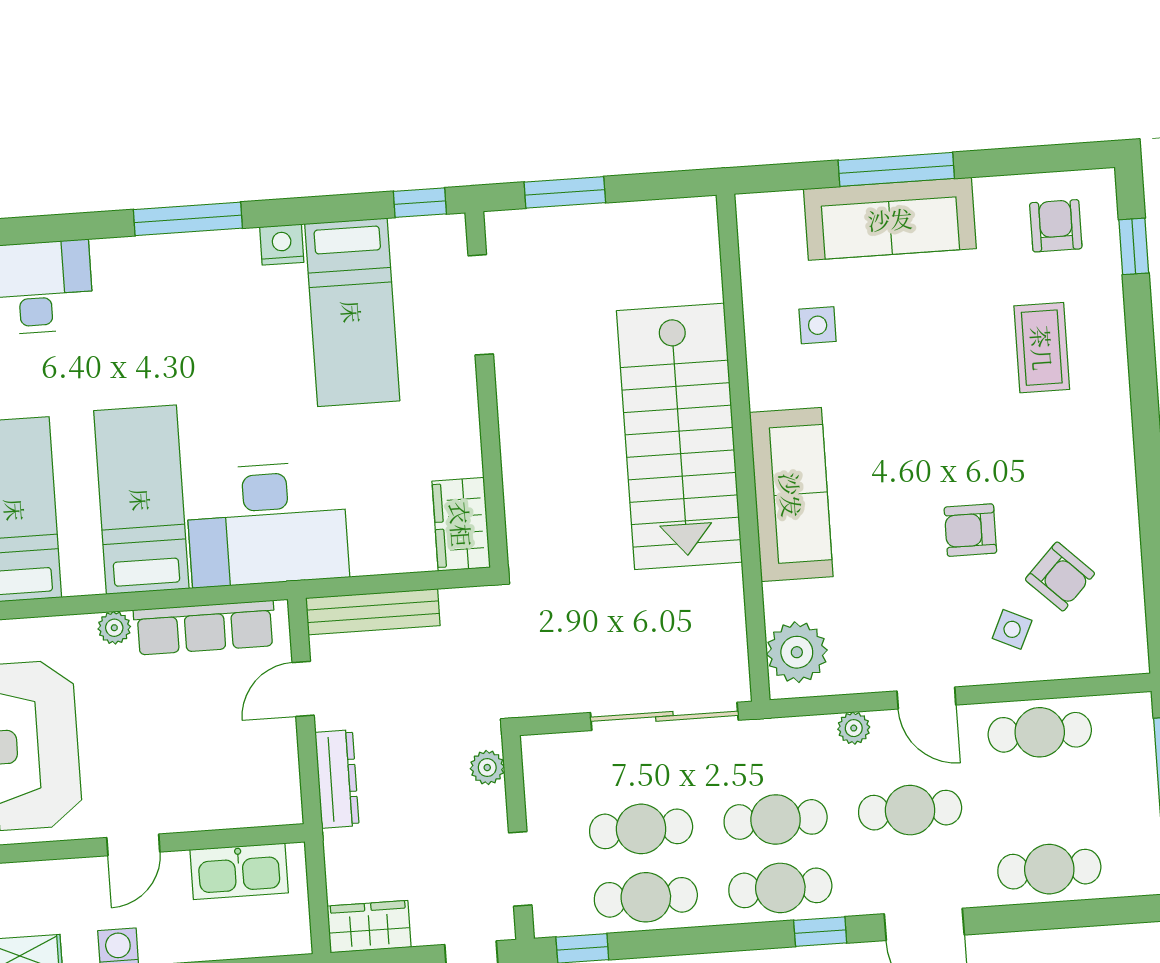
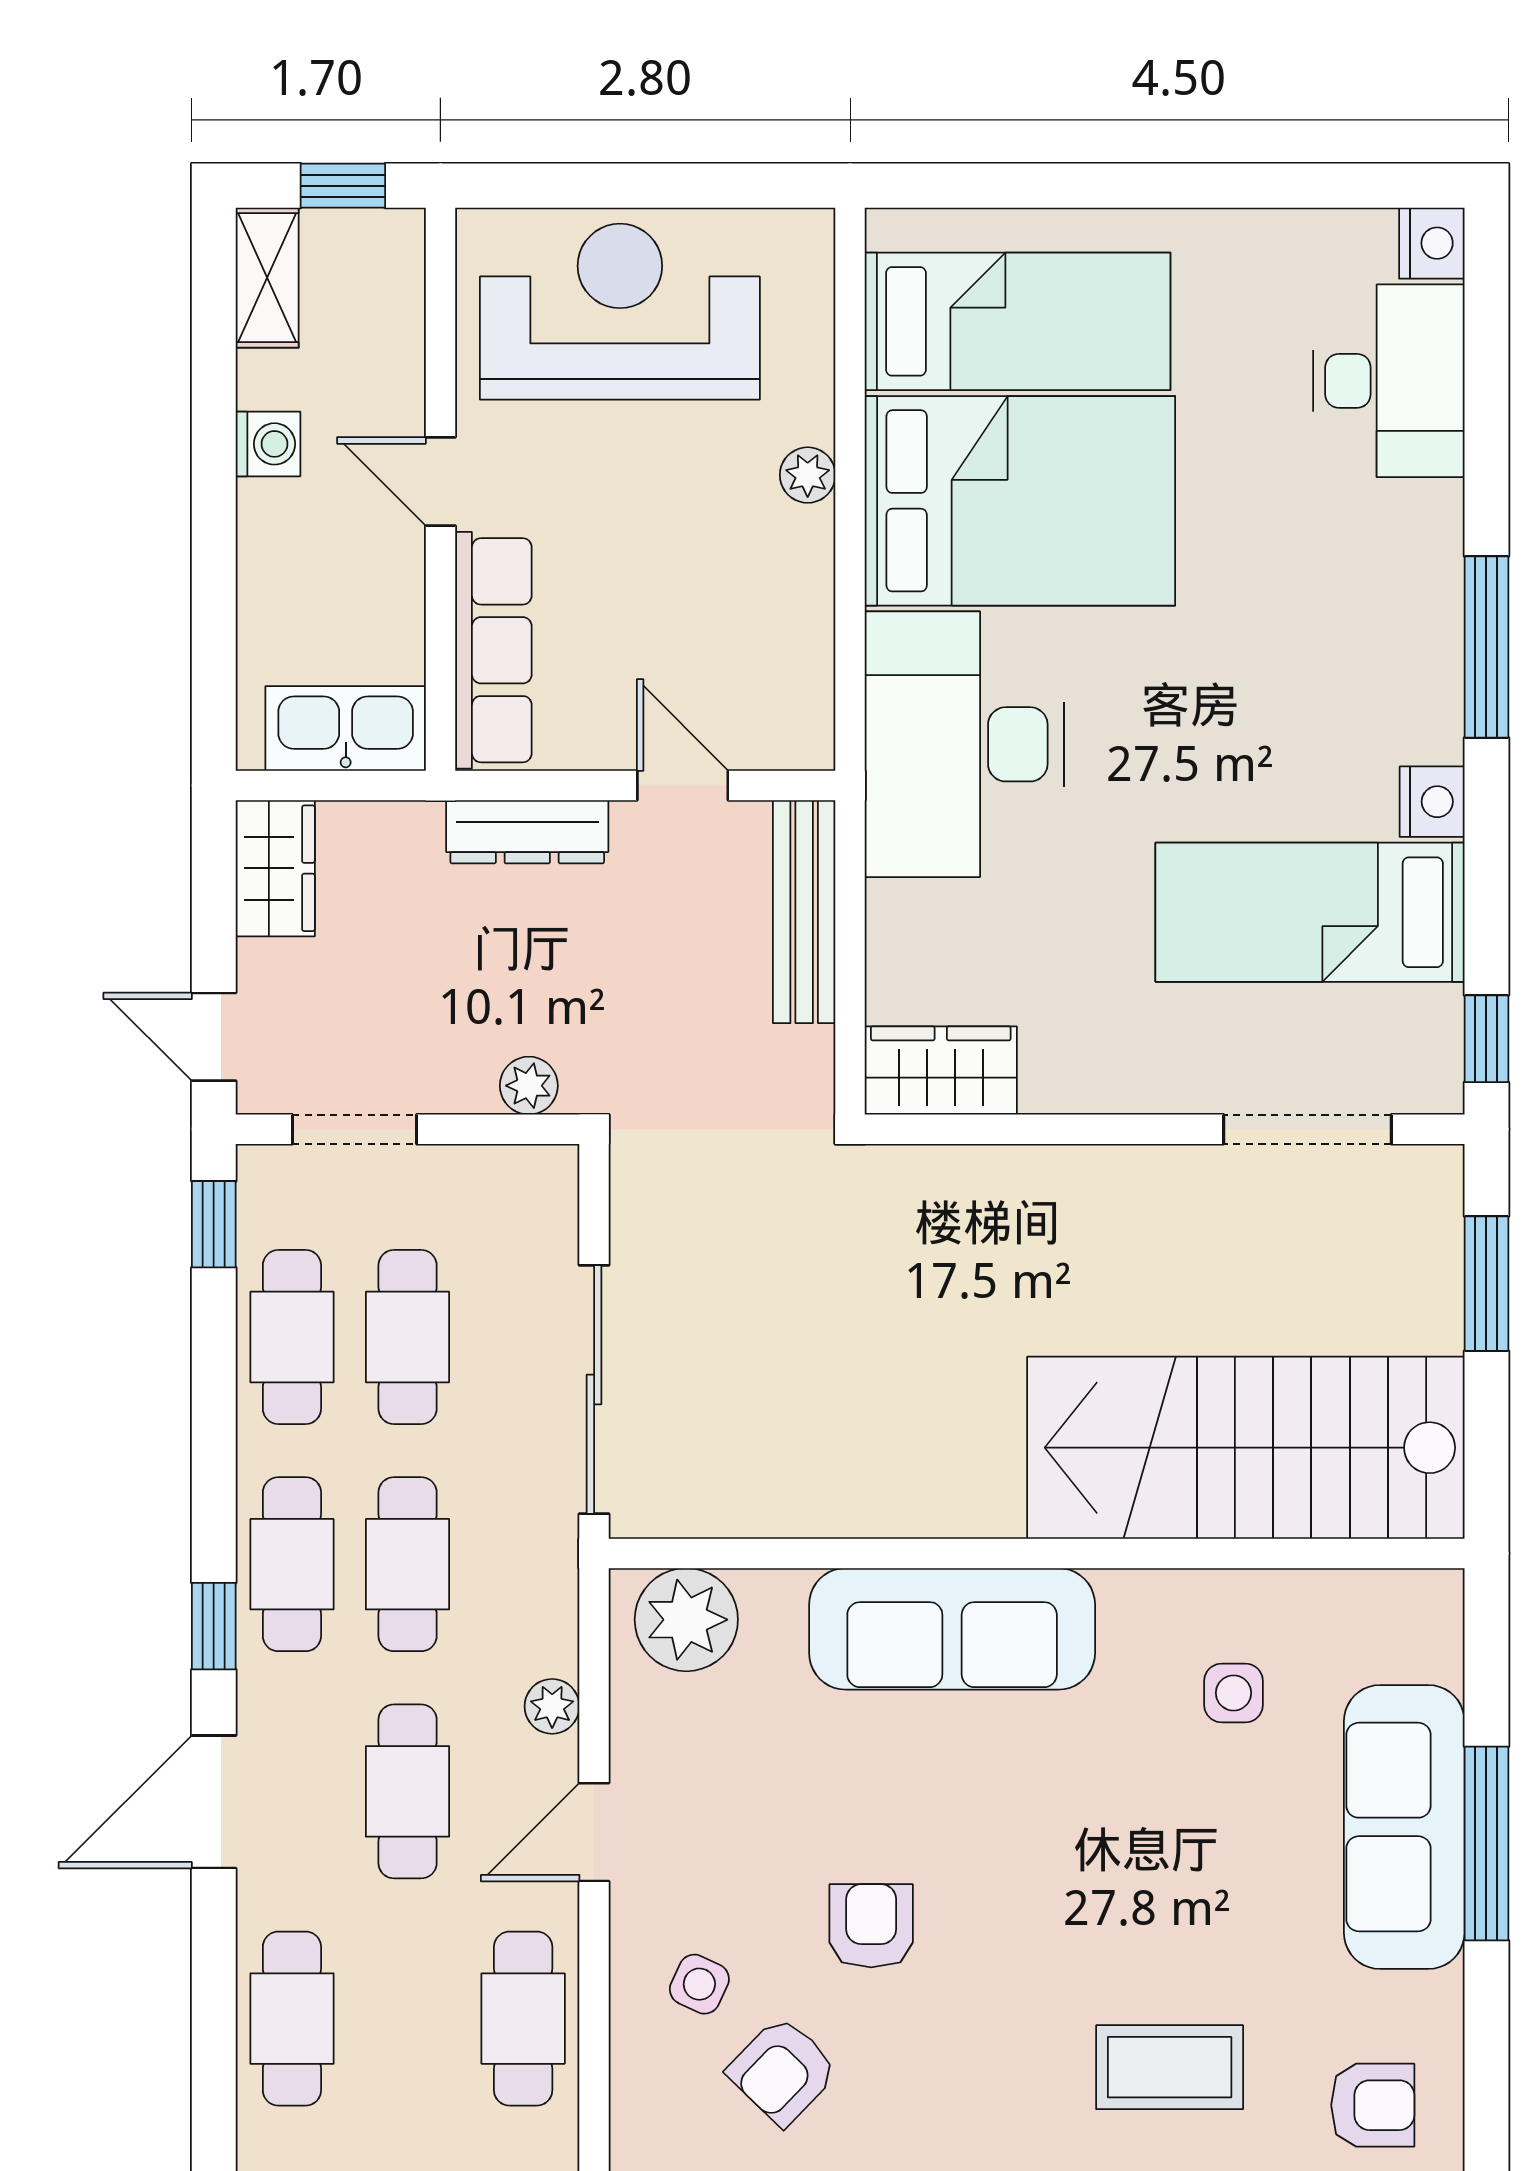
stairs: (679, 436) -> (1246, 1448), moved
bed: (141, 500) -> (1020, 501), width x1.50
row of seats: (205, 628) -> (493, 650), moved, turned 180
kitchen sink: (239, 871) -> (346, 728), moved, turned 90

